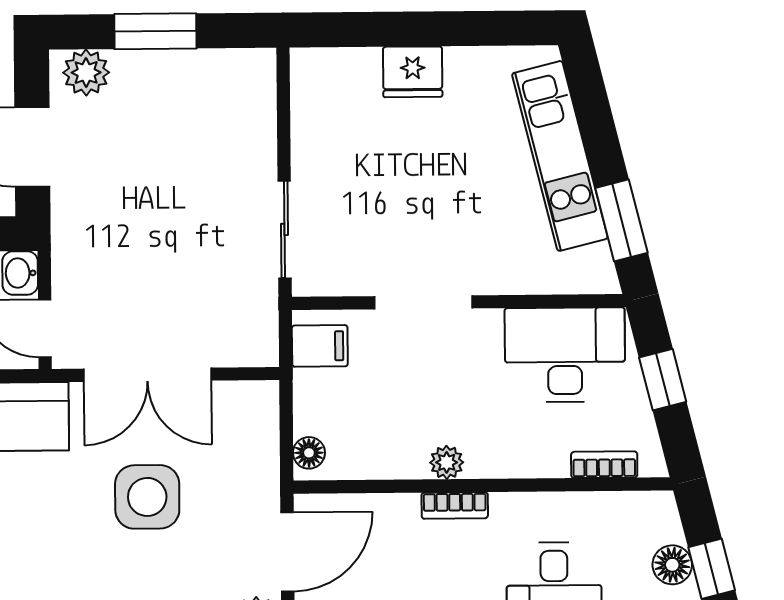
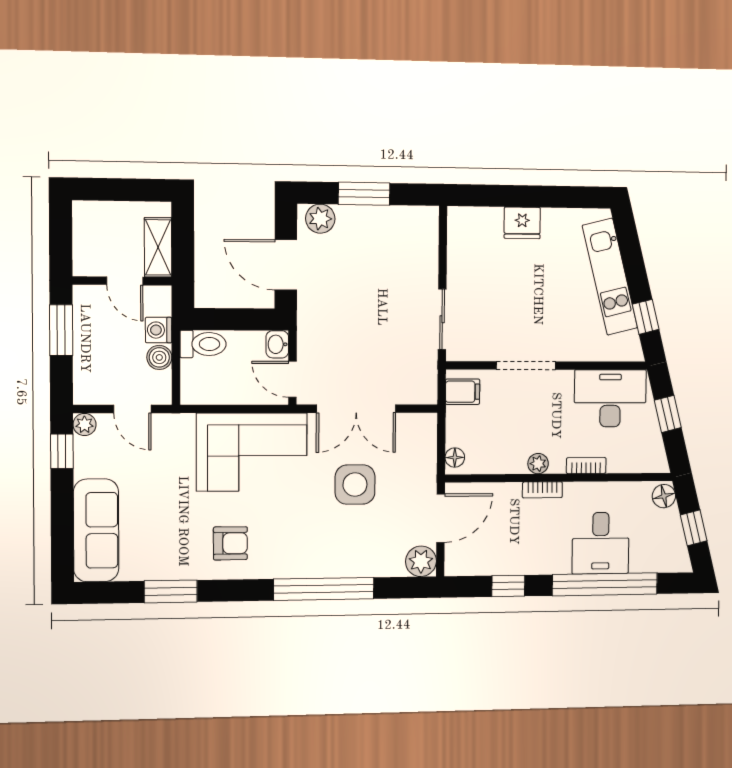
window: (621, 220) -> (646, 317), width x0.67
bookcase: (604, 465) -> (586, 466), moved
floor lamp: (672, 565) -> (664, 496), moved

